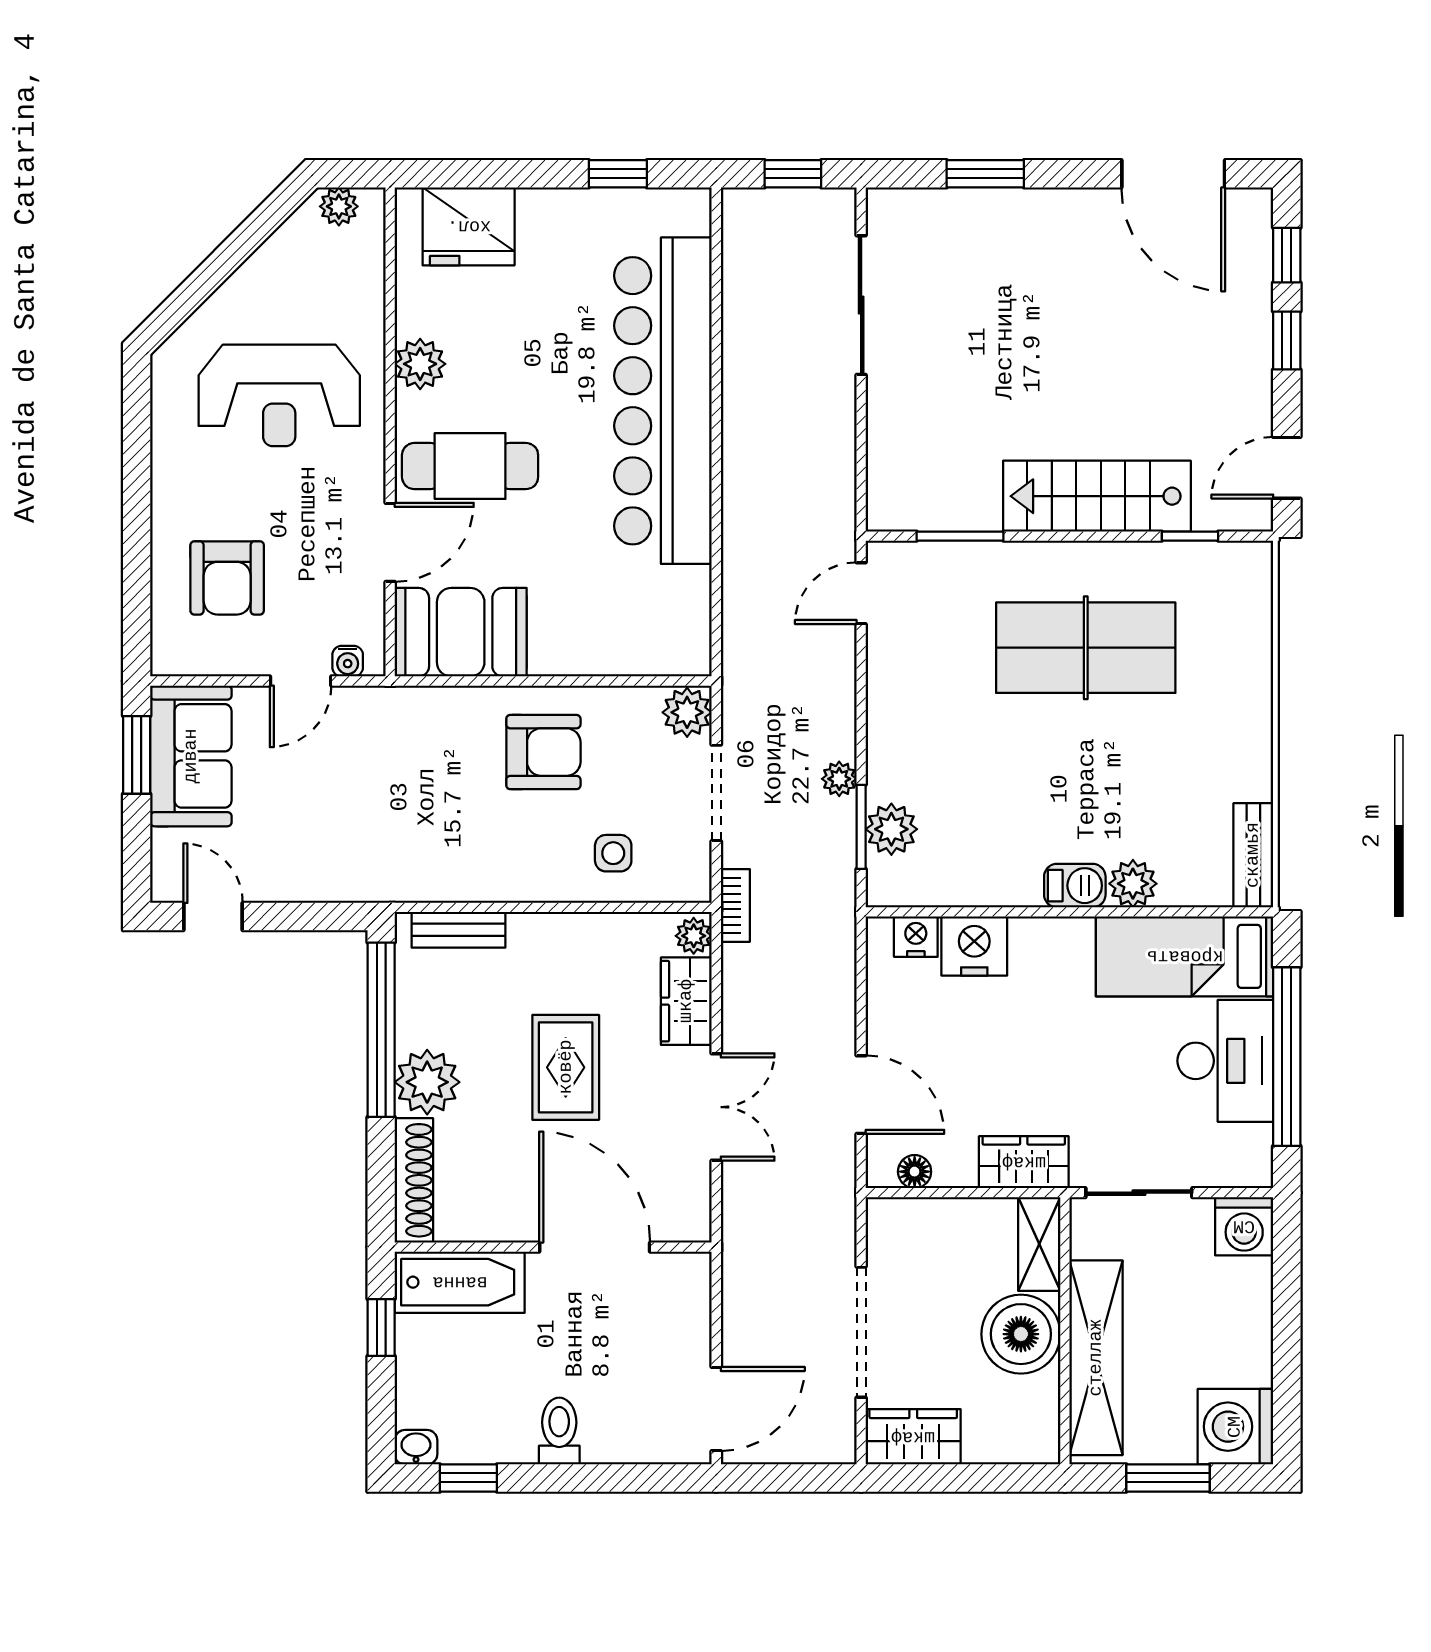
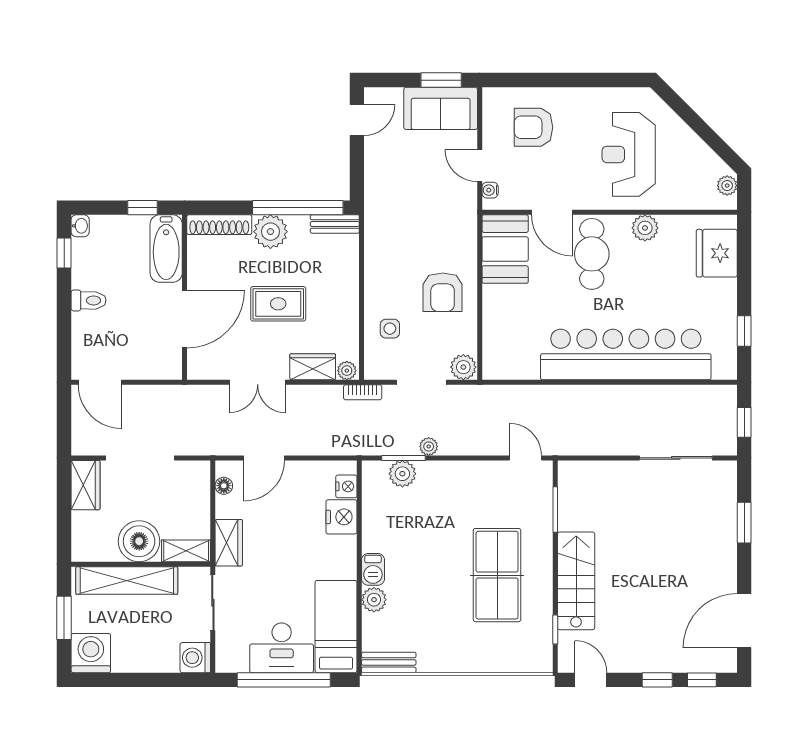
bench: (459, 930) -> (335, 224), moved, turned 90

